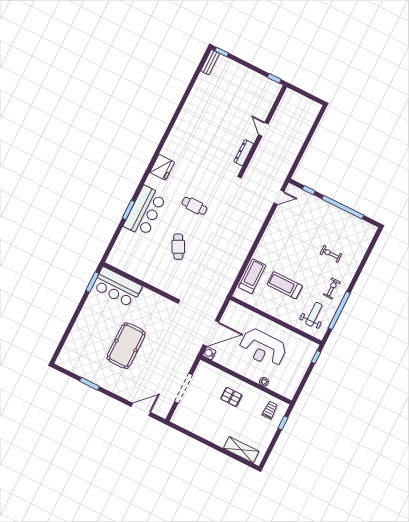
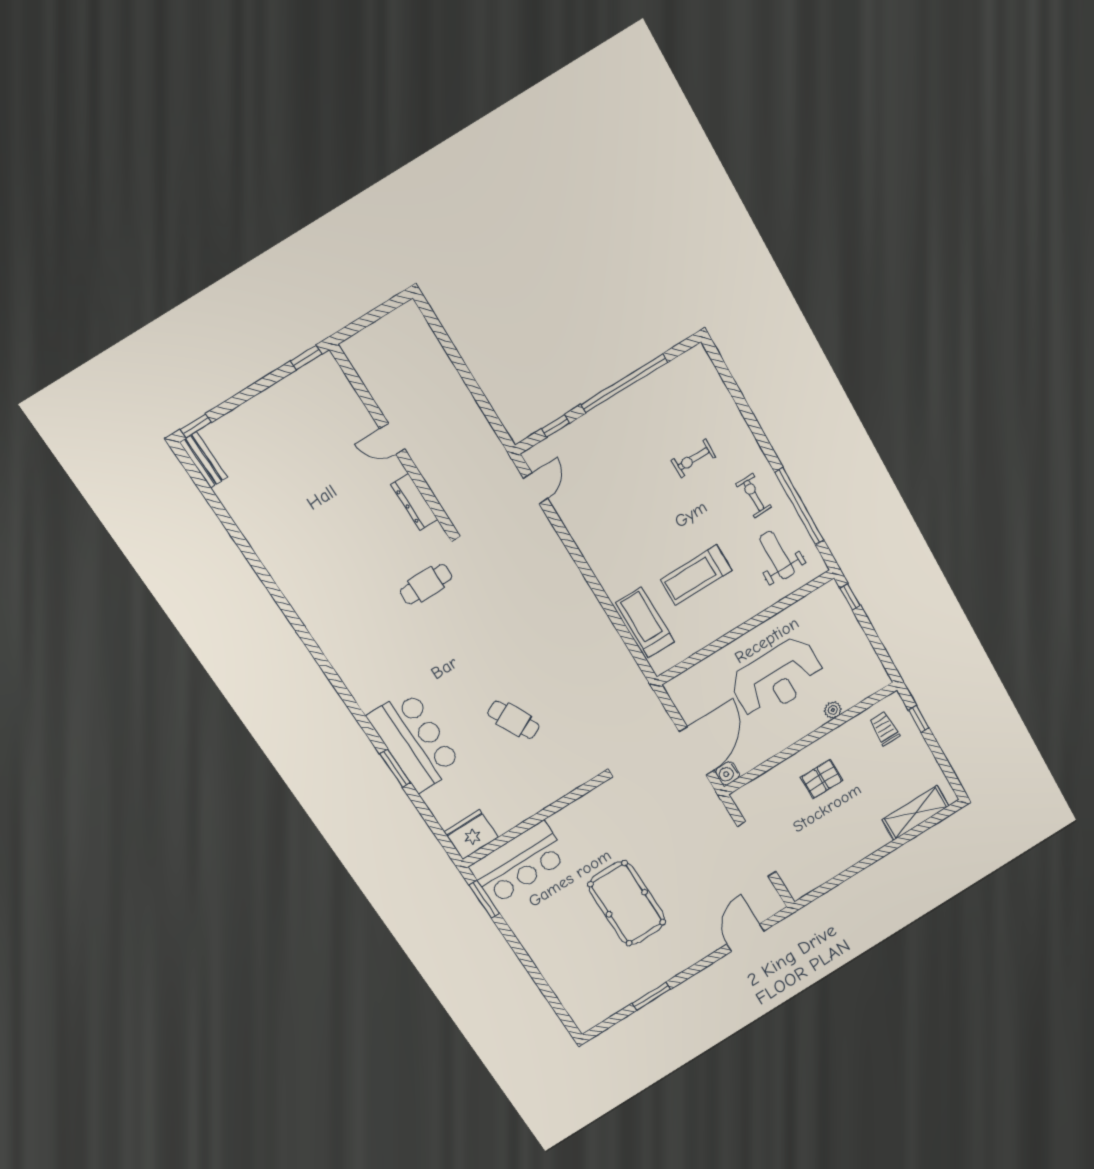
fridge: (162, 167) -> (471, 835), moved, turned -90
cafe table: (194, 206) -> (426, 584), moved

